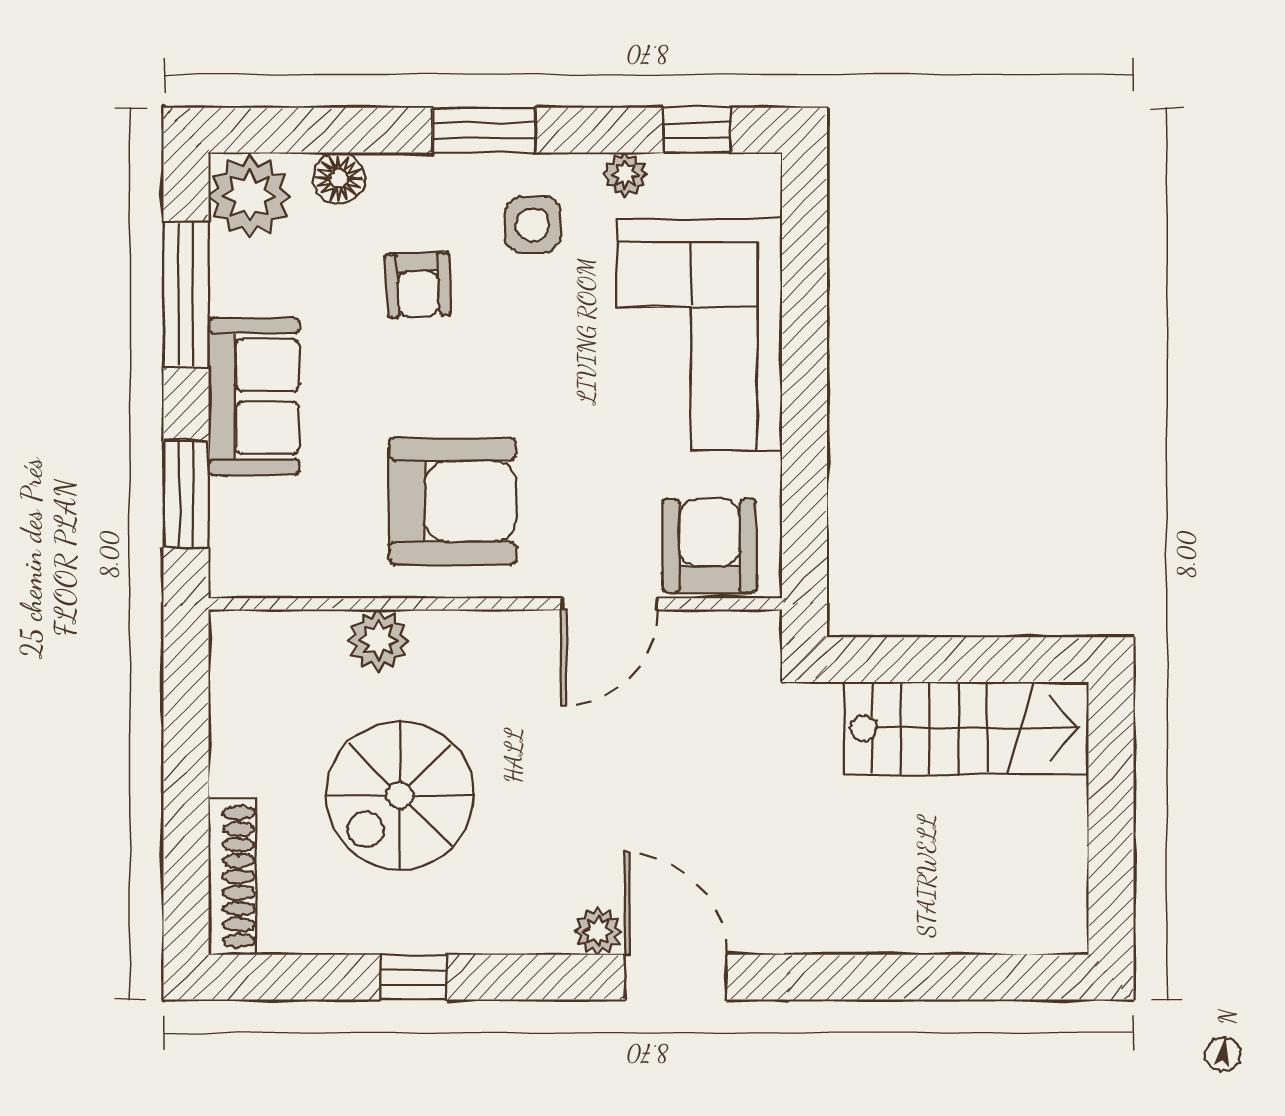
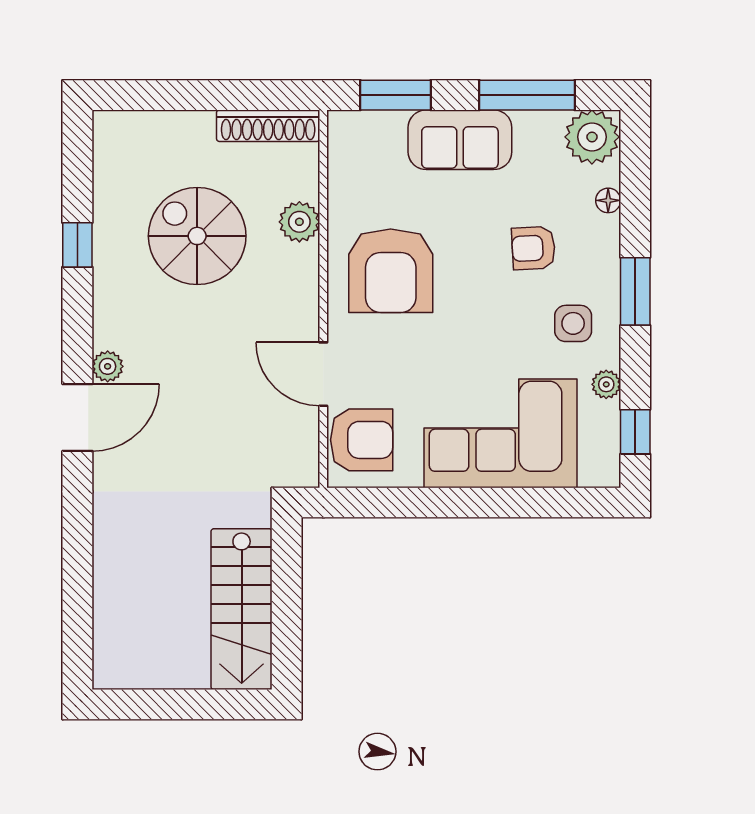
floor lamp: (339, 178) -> (608, 200), width x0.73, depth x0.73
shoe rack: (232, 877) -> (268, 126), moved

